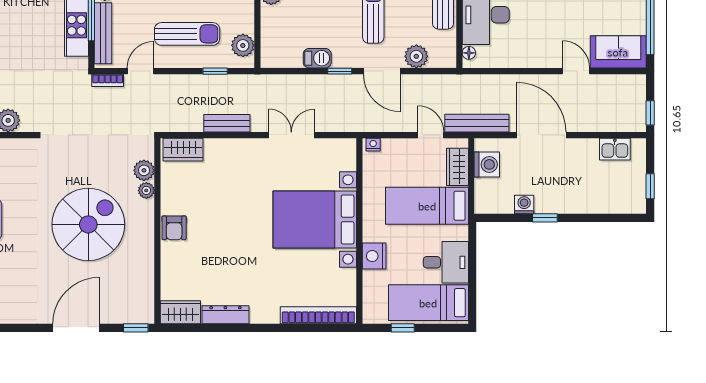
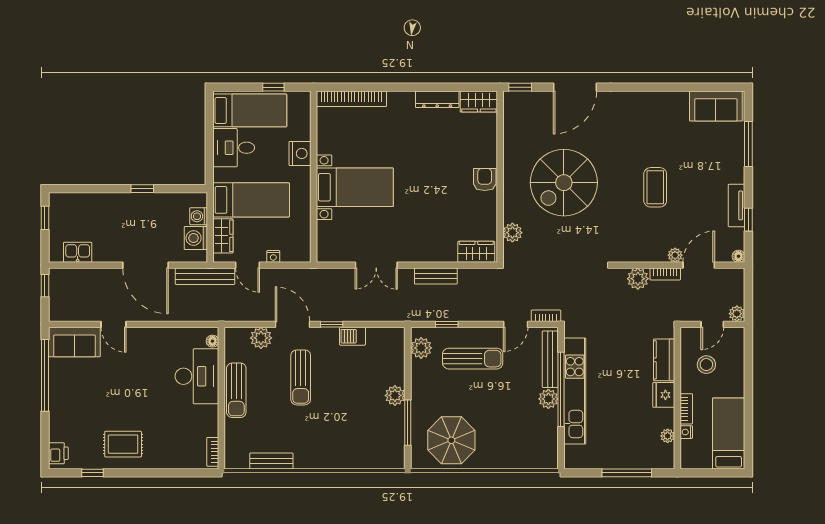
sun lounger: (187, 34) -> (473, 359), turned 180
nightstand: (373, 145) -> (273, 256), moved
plant: (146, 190) -> (510, 214), removed
washing machine: (524, 205) -> (199, 216), moved, turned 90
bed with nightstands: (315, 219) -> (355, 187), width x0.73

